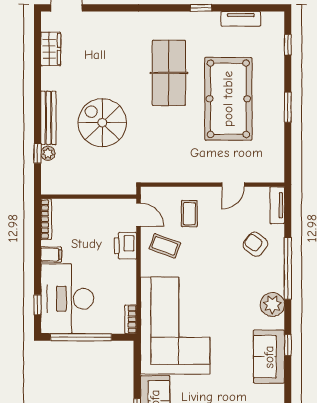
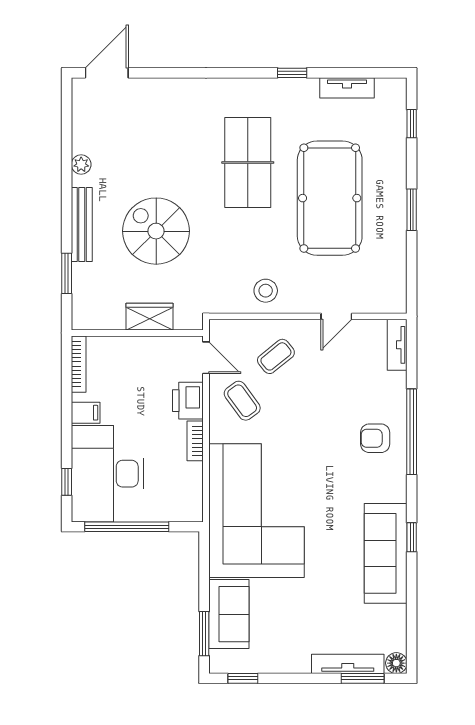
wardrobe: (51, 49) -> (149, 317), moved, turned -90
window: (37, 153) -> (67, 273), width x1.50
plant: (48, 153) -> (81, 164), moved
stool: (182, 166) -> (266, 291), added
coffee table: (189, 214) -> (276, 356), turned 51
armchair: (255, 244) -> (375, 438), moved, turned -38
coffee table: (165, 246) -> (242, 401), turned 34
plant: (272, 305) -> (390, 482), removed
bookcase: (131, 319) -> (195, 441), moved
sofa: (269, 357) -> (386, 553), width x1.36

